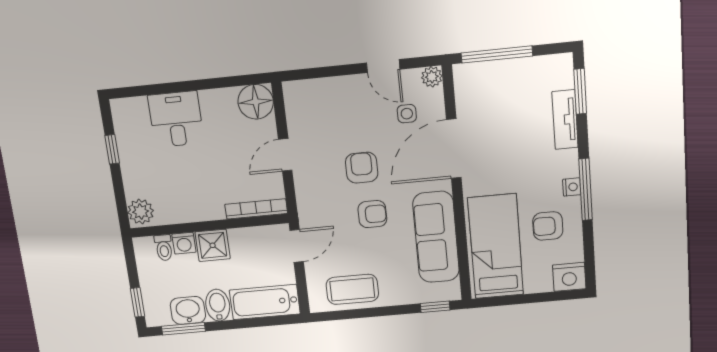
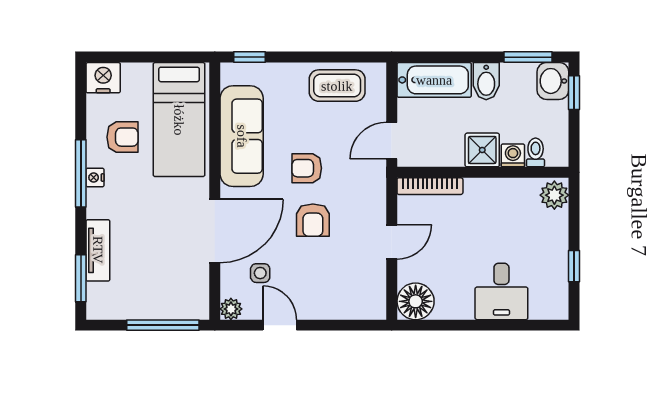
washbasin: (188, 310) -> (553, 81), moved, turned 90

